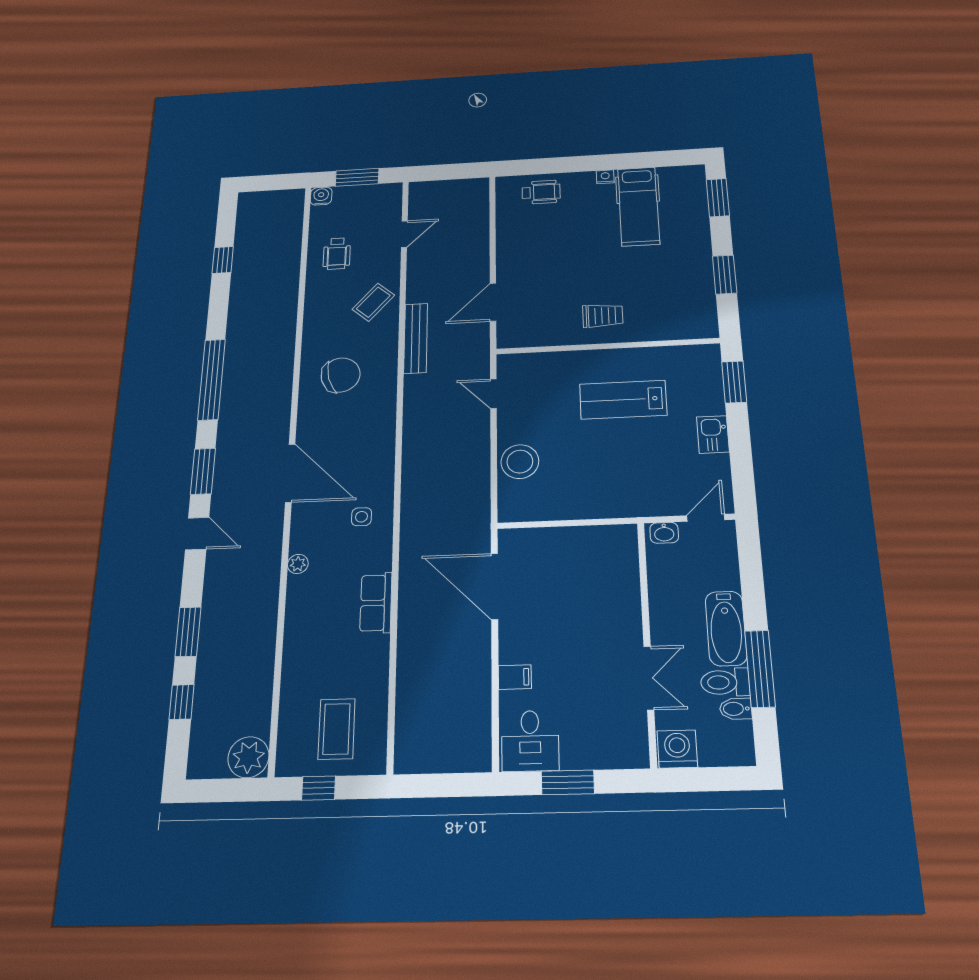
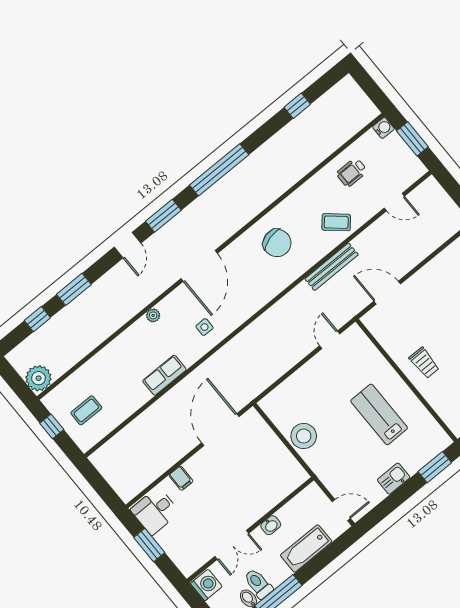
stool: (520, 462) -> (304, 436), moved
washbasin: (664, 533) -> (271, 525), moved, turned -90
bathtub: (726, 628) -> (306, 548), moved
coffee table: (337, 729) -> (86, 410), width x0.73, depth x0.77

